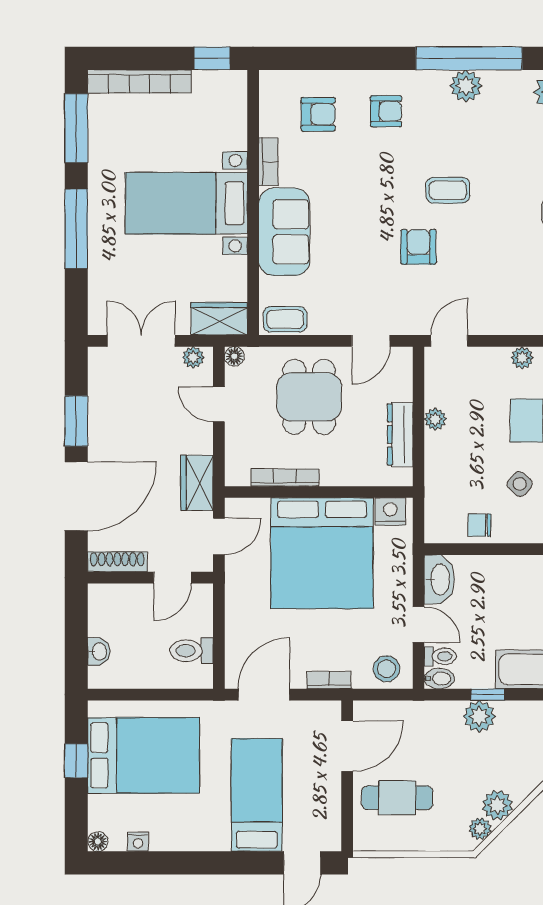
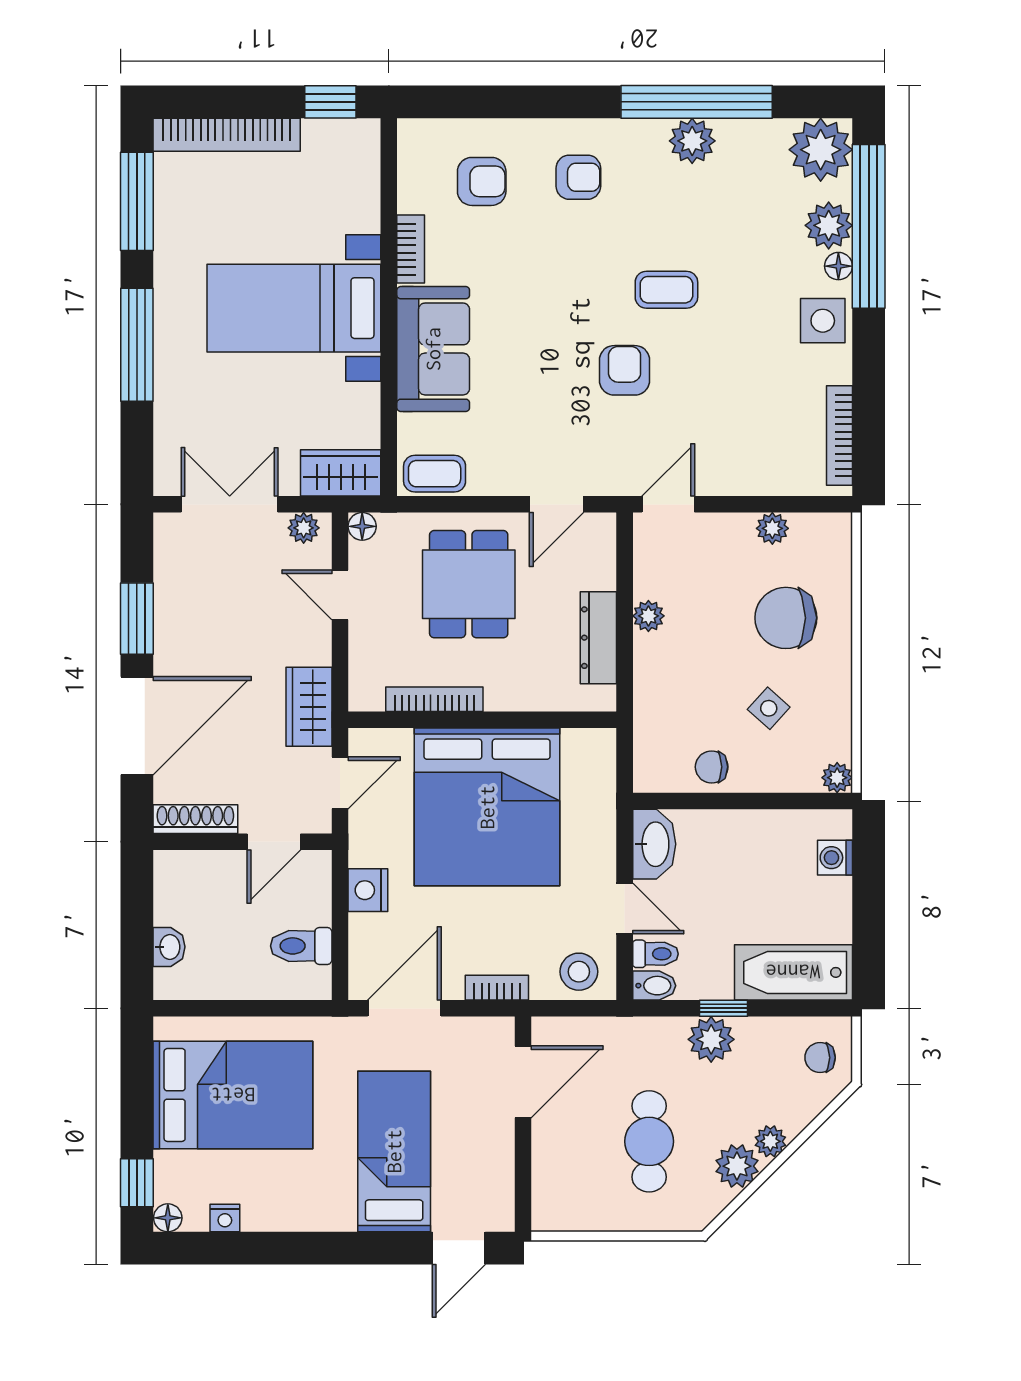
nightstand: (390, 512) -> (368, 890), moved, turned -90
window: (76, 761) -> (137, 1183), moved
cafe table: (397, 798) -> (649, 1141), moved, turned 90
plant: (480, 829) -> (770, 1141), moved

